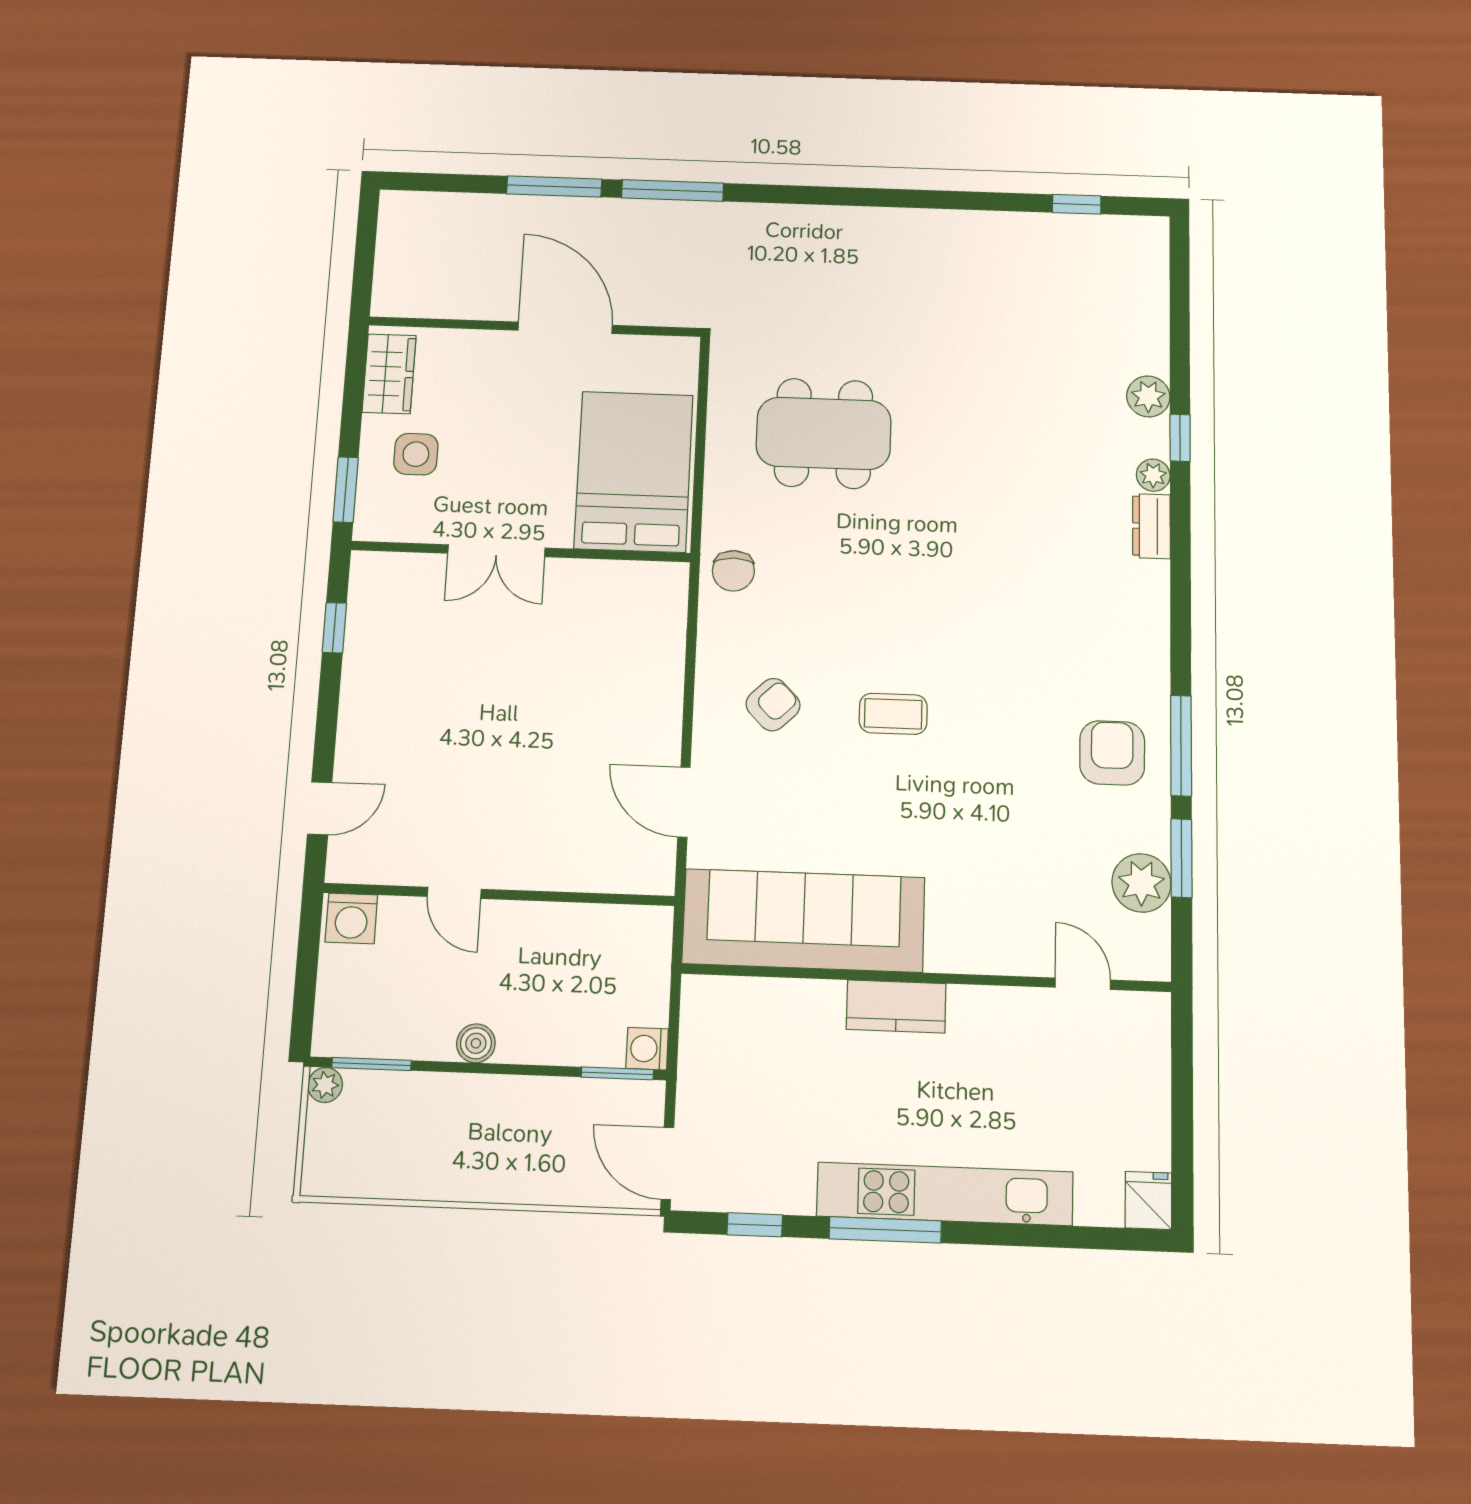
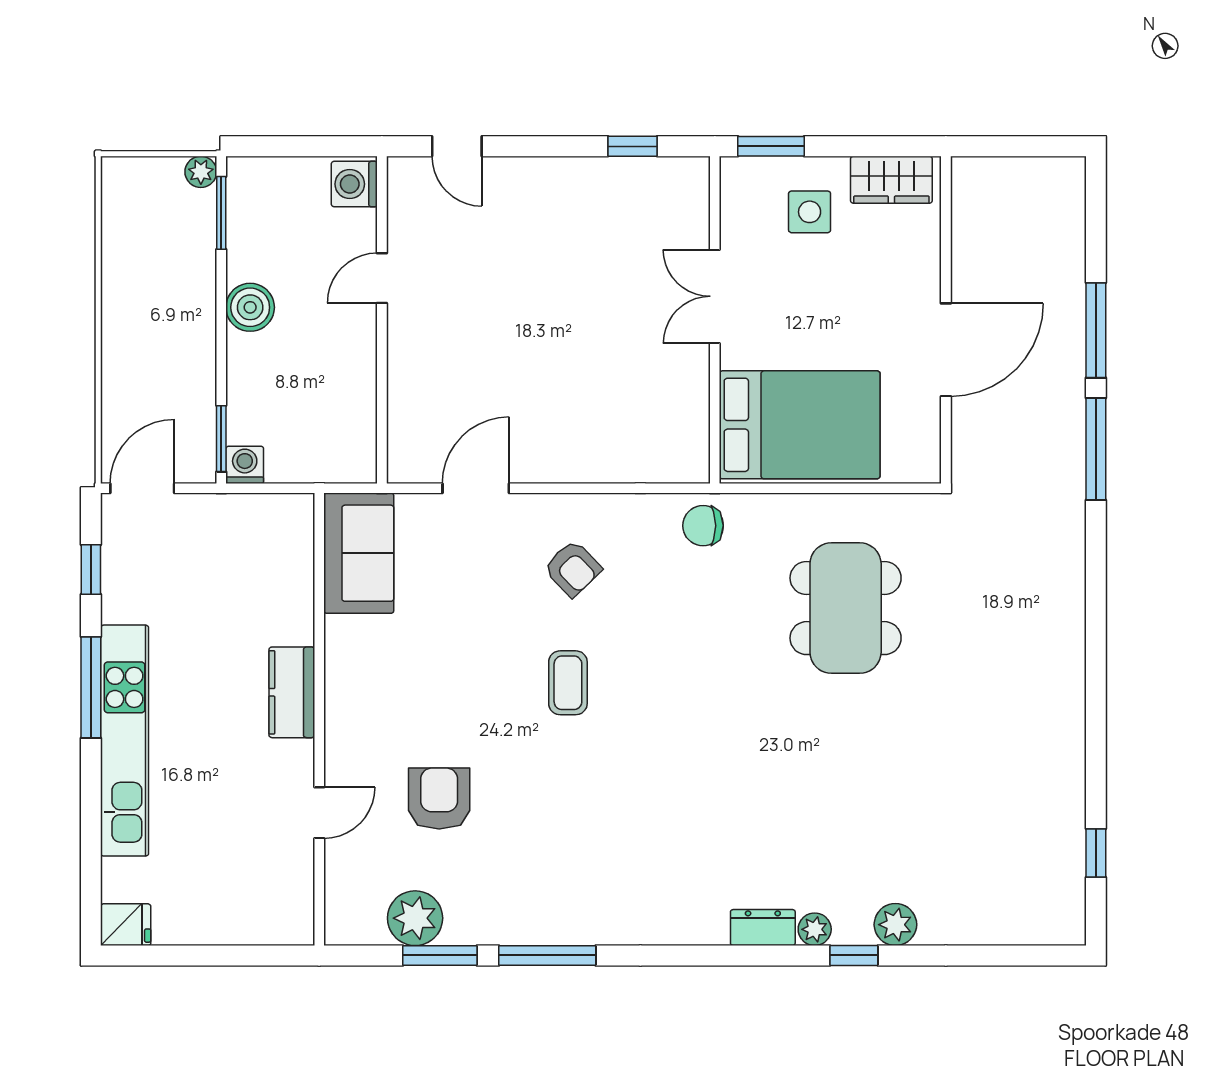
armchair: (1112, 753) -> (439, 799), moved, turned -90
sofa: (804, 920) -> (359, 553), width x0.54, depth x0.79
door: (1083, 984) -> (319, 813), moved
boiler: (476, 1043) -> (250, 307), width x1.36, depth x1.36

